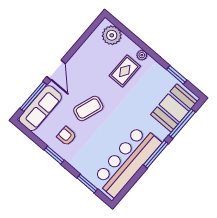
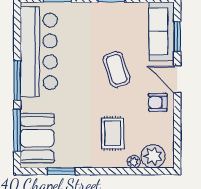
plant: (142, 55) -> (134, 162), moved
window: (33, 97) -> (177, 37), width x0.69
coffee table: (88, 108) -> (117, 69), turned -37
armchair: (67, 136) -> (158, 102), moved, turned 180

